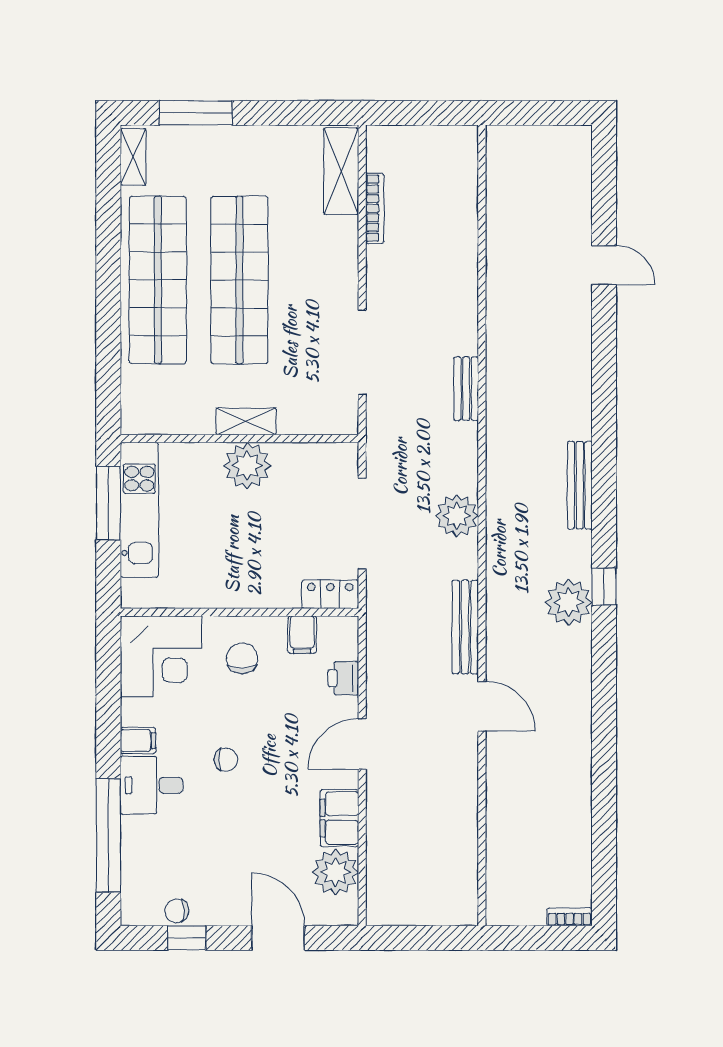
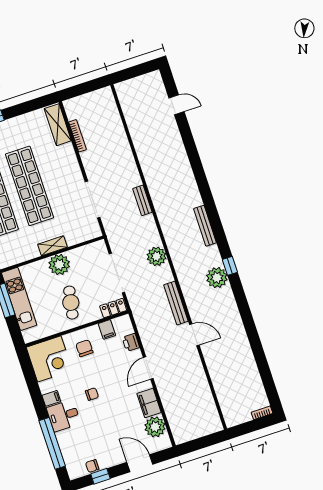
door: (604, 265) -> (177, 105), moved
cafe table: (245, 553) -> (71, 303), added

